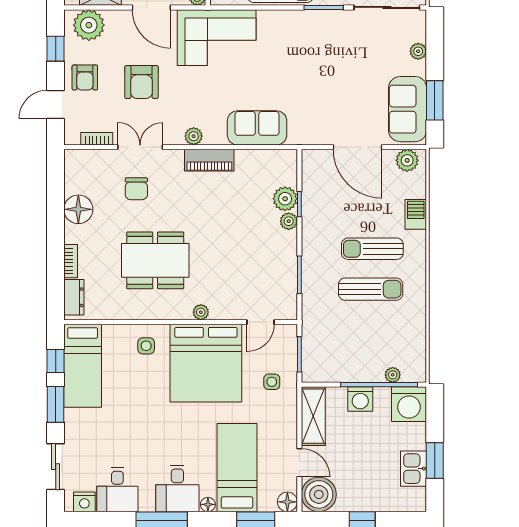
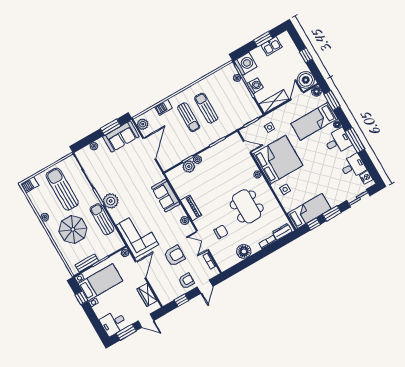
plant: (89, 25) -> (111, 201), moved
door: (56, 105) -> (205, 287), hinge flipped

